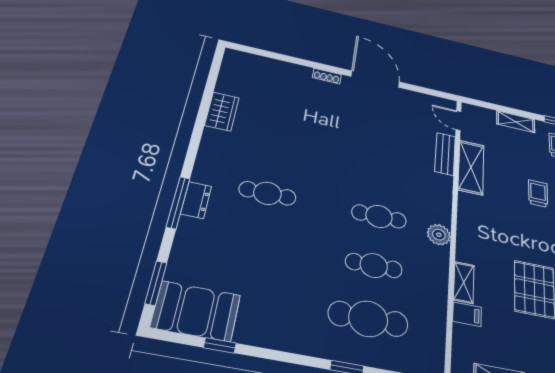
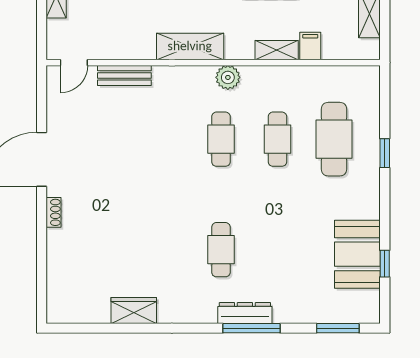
shelving: (471, 167) -> (190, 46), moved
dresser: (196, 200) -> (245, 313), width x1.44
booth: (196, 311) -> (357, 254), moved

